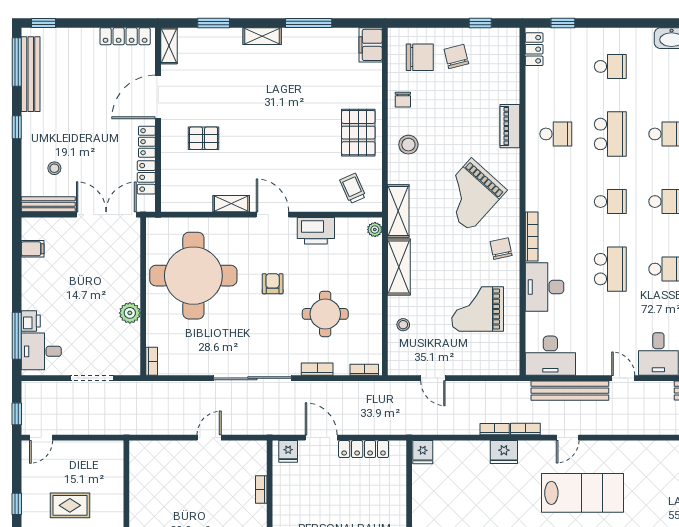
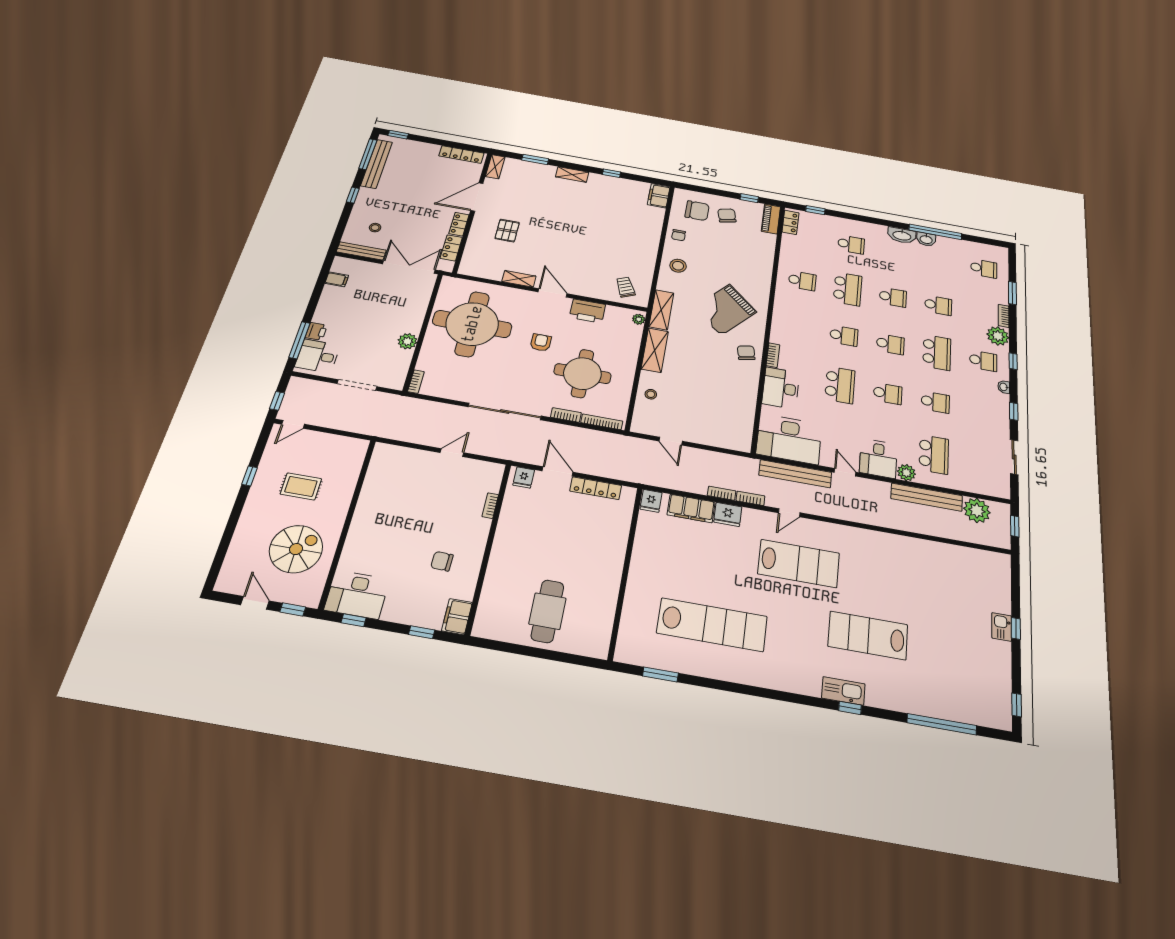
window: (309, 23) -> (612, 173), width x0.46
piano: (510, 126) -> (771, 219), moved
pallet: (358, 133) -> (638, 250), removed
pallet: (204, 138) -> (507, 231), turned 90
bookcase: (532, 237) -> (773, 355), width x0.64
grand piano: (478, 309) -> (719, 394), removed
round table: (325, 314) -> (582, 374), width x1.36, depth x1.36
desk: (550, 356) -> (789, 439), width x1.36, depth x1.30
bookcase: (364, 370) -> (602, 422), width x1.56
filing cabinet: (465, 453) -> (691, 508), added

